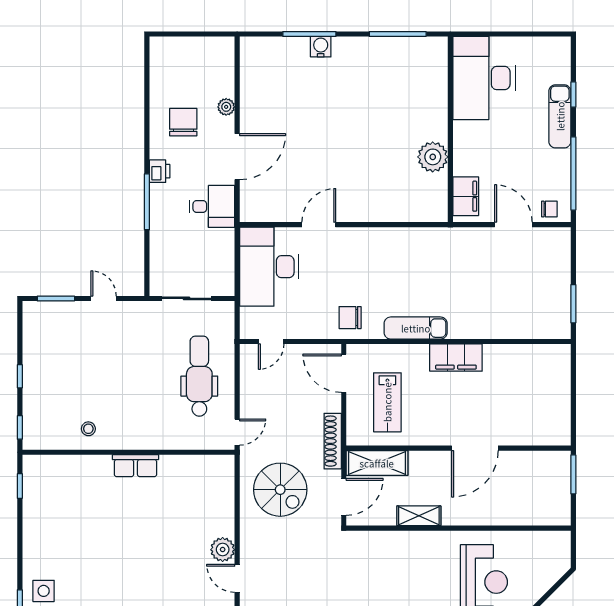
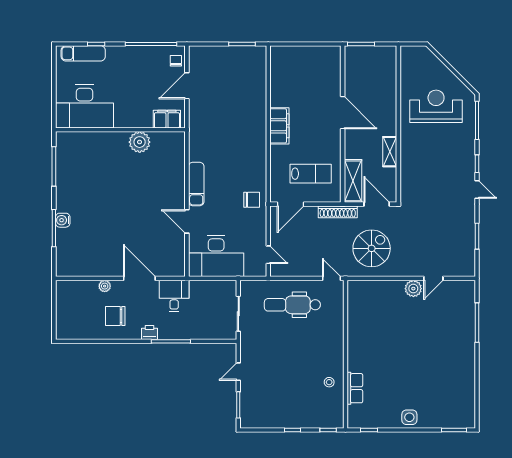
exam couch: (560, 116) -> (83, 53), moved
chair: (350, 318) -> (252, 200), turned -90
exam couch: (416, 328) -> (196, 184), moved, turned 180
row of seats: (136, 466) -> (355, 388), moved
side table: (44, 591) -> (409, 417), moved

